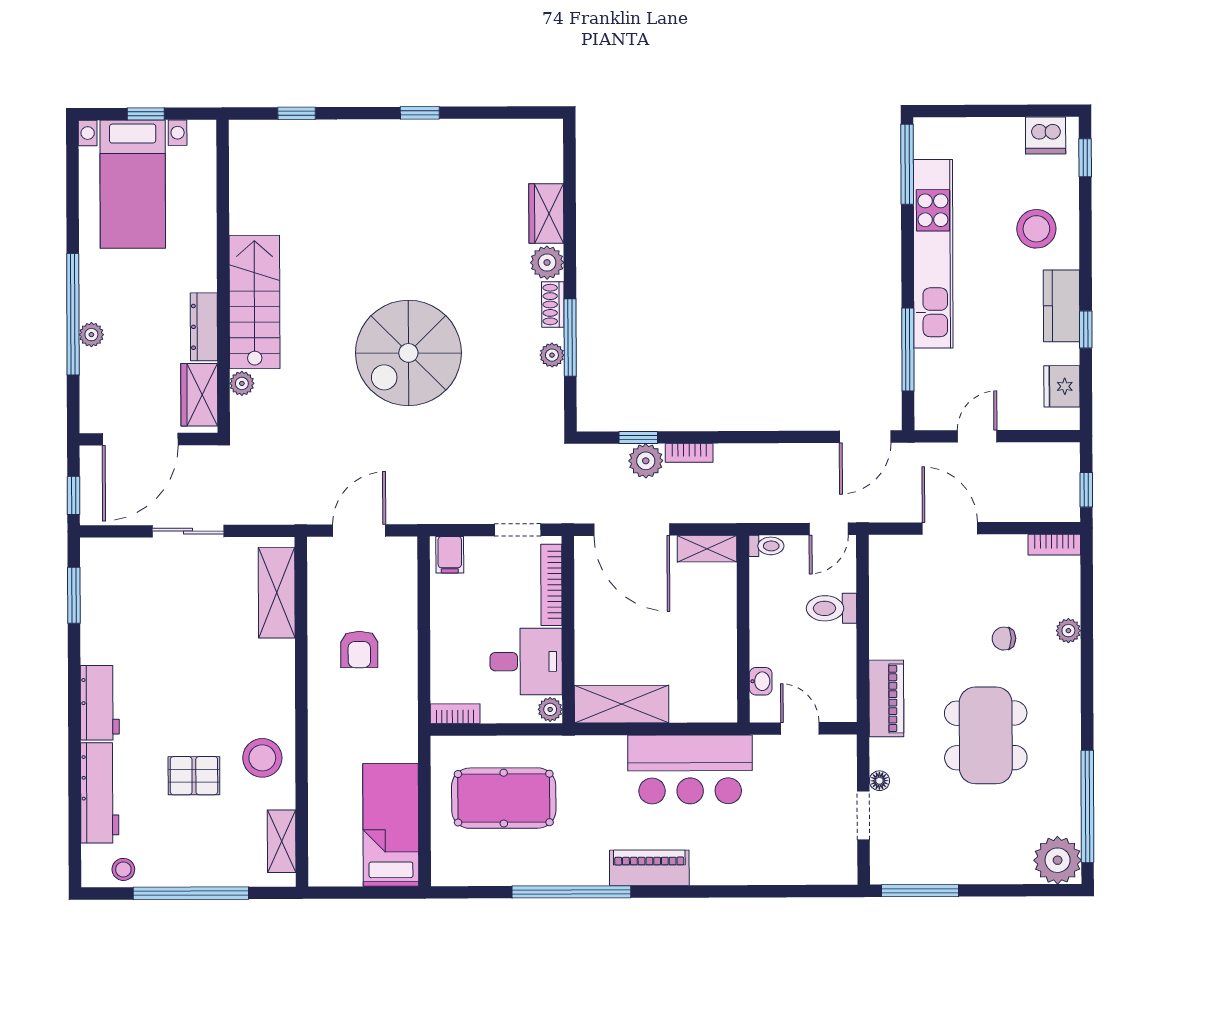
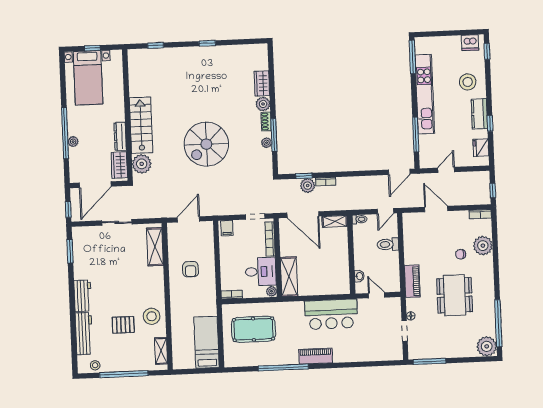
plant: (242, 383) -> (142, 164), width x1.87, depth x1.87
plant: (1068, 631) -> (483, 246), width x1.87, depth x1.87
shelving: (622, 704) -> (289, 277), moved, turned 90

